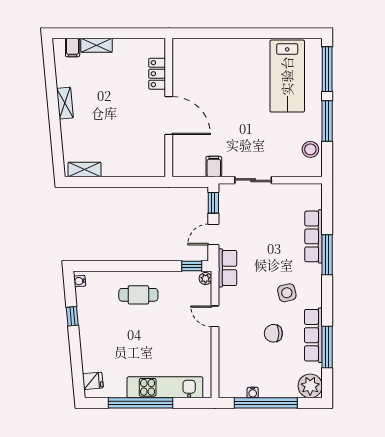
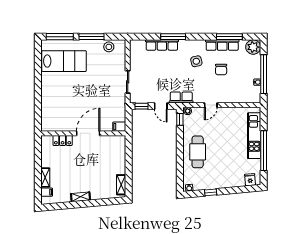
filing cabinet: (214, 167) -> (119, 127), moved
cafe table: (138, 295) -> (198, 152), width x1.37, depth x1.35

